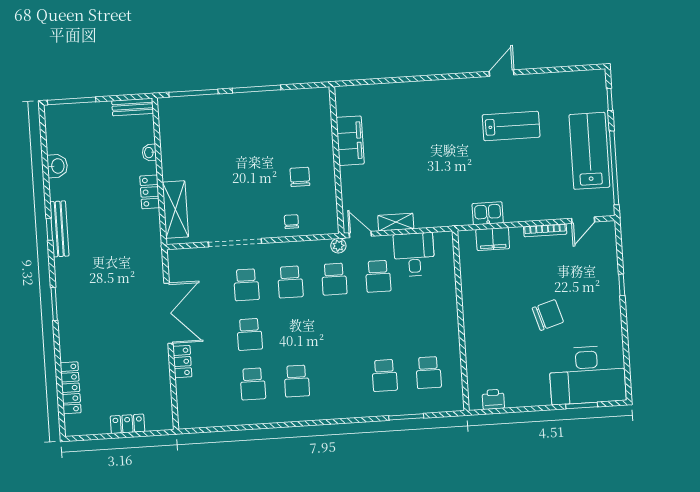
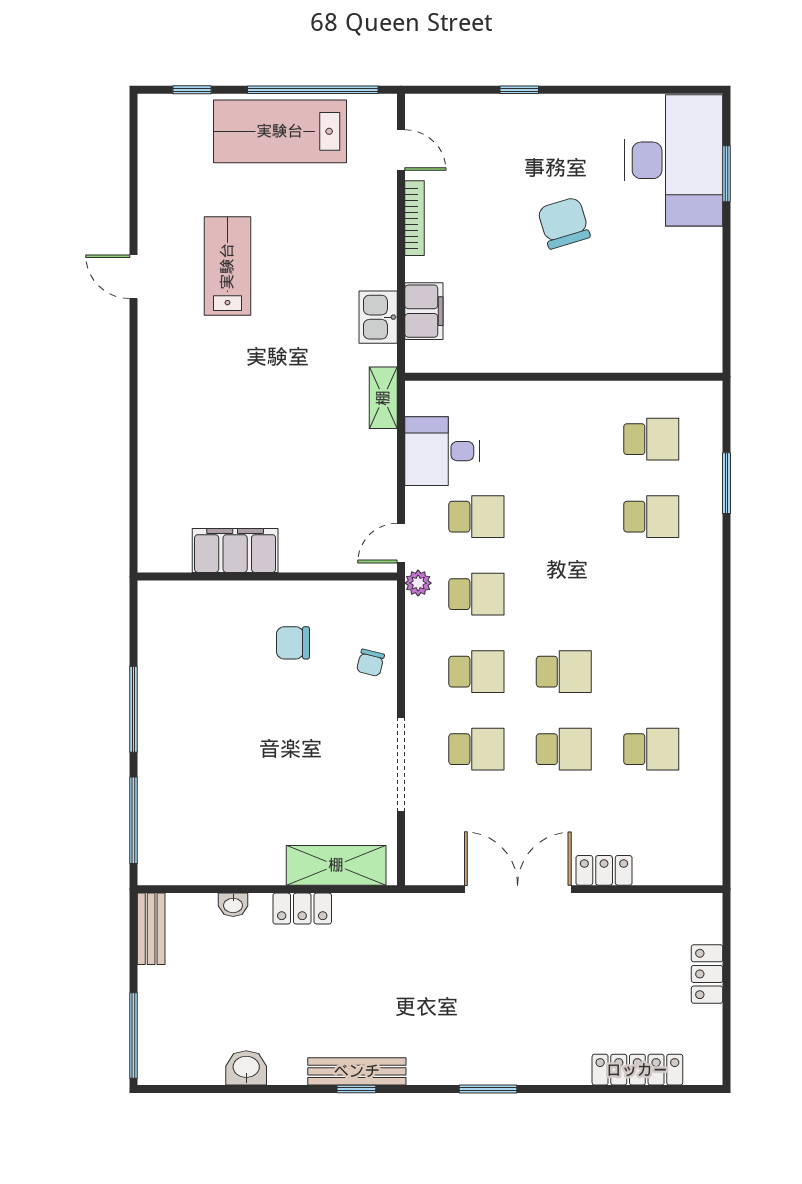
chair: (291, 222) -> (370, 663), turned -76
shelving: (396, 222) -> (383, 398), moved
school desk: (297, 381) -> (564, 672), moved
printer: (493, 399) -> (706, 328), removed

